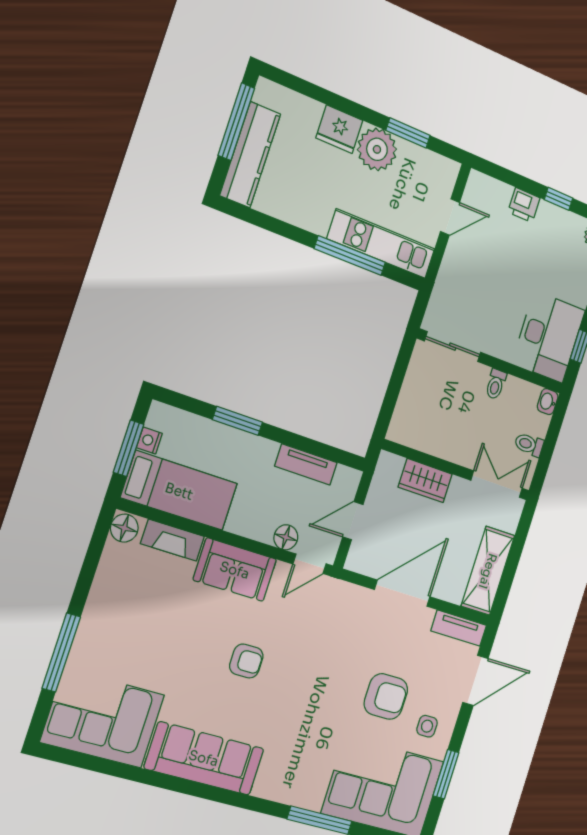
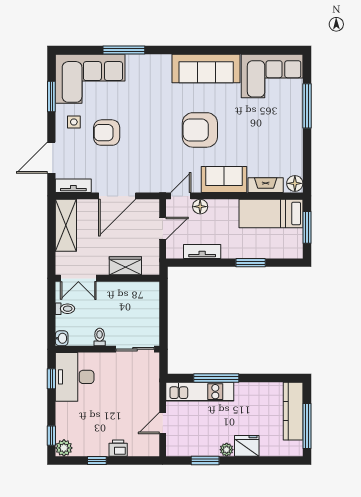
plant: (377, 149) -> (227, 450), width x0.53, depth x0.53
nightstand: (149, 441) -> (297, 235), removed
armchair: (246, 661) -> (200, 130), width x1.88, depth x1.88

